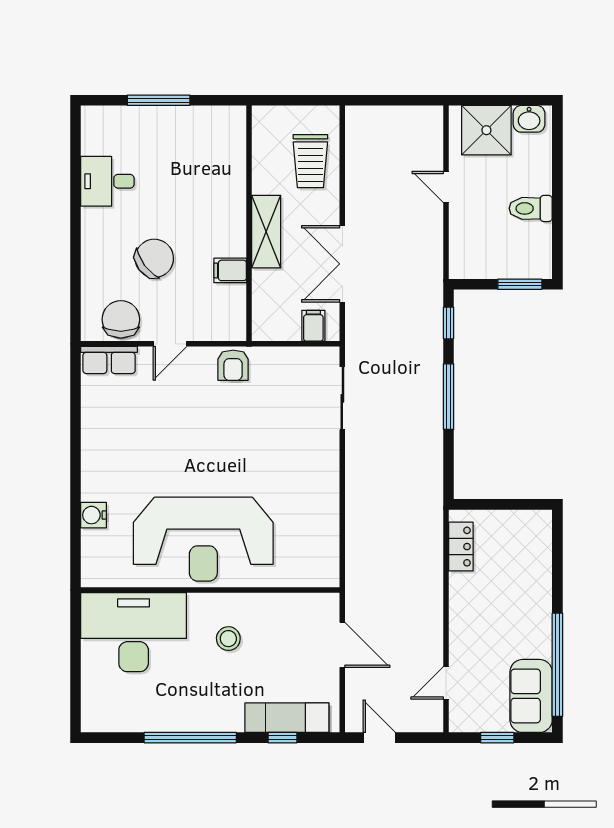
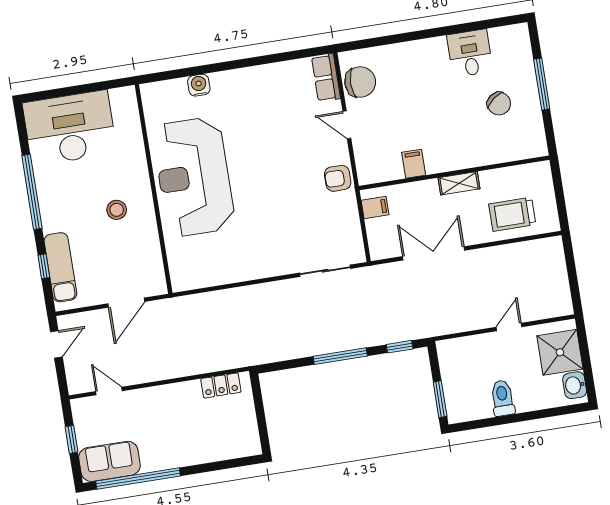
shelving: (266, 232) -> (459, 183), width x0.67, depth x0.75
chair: (154, 258) -> (499, 104), moved, width x0.73, depth x0.73
filing cabinet: (313, 326) -> (375, 207), moved
desk: (134, 632) -> (70, 128), moved, turned -90

